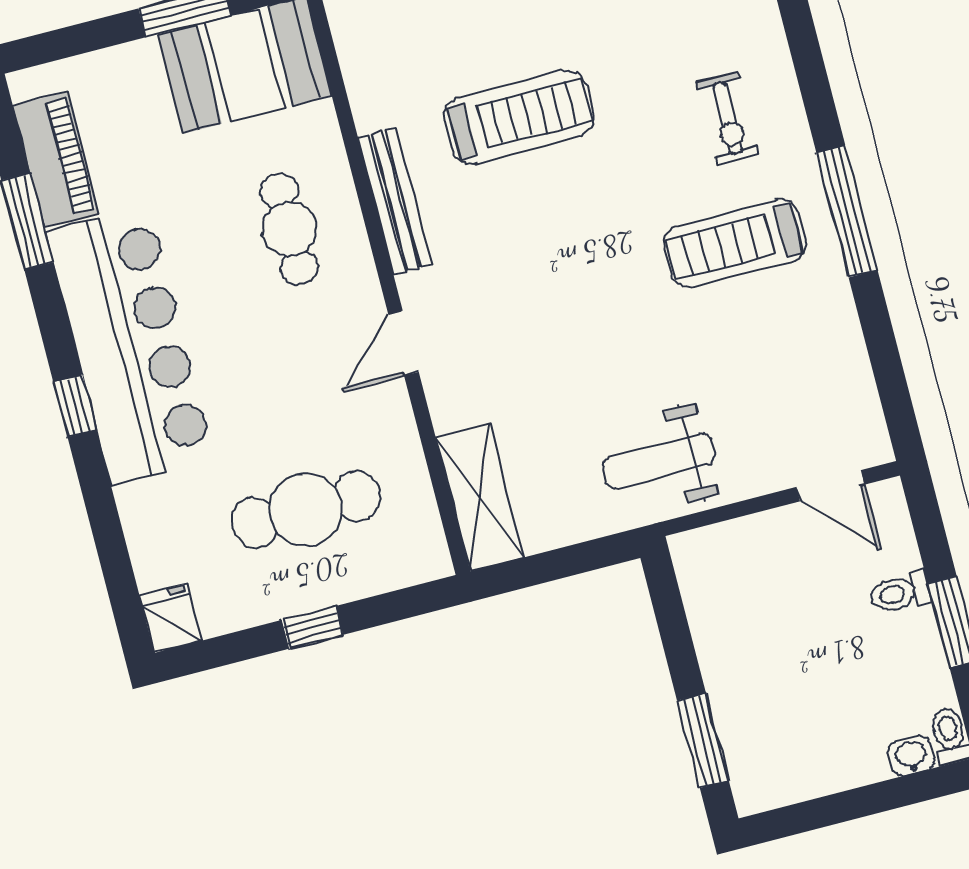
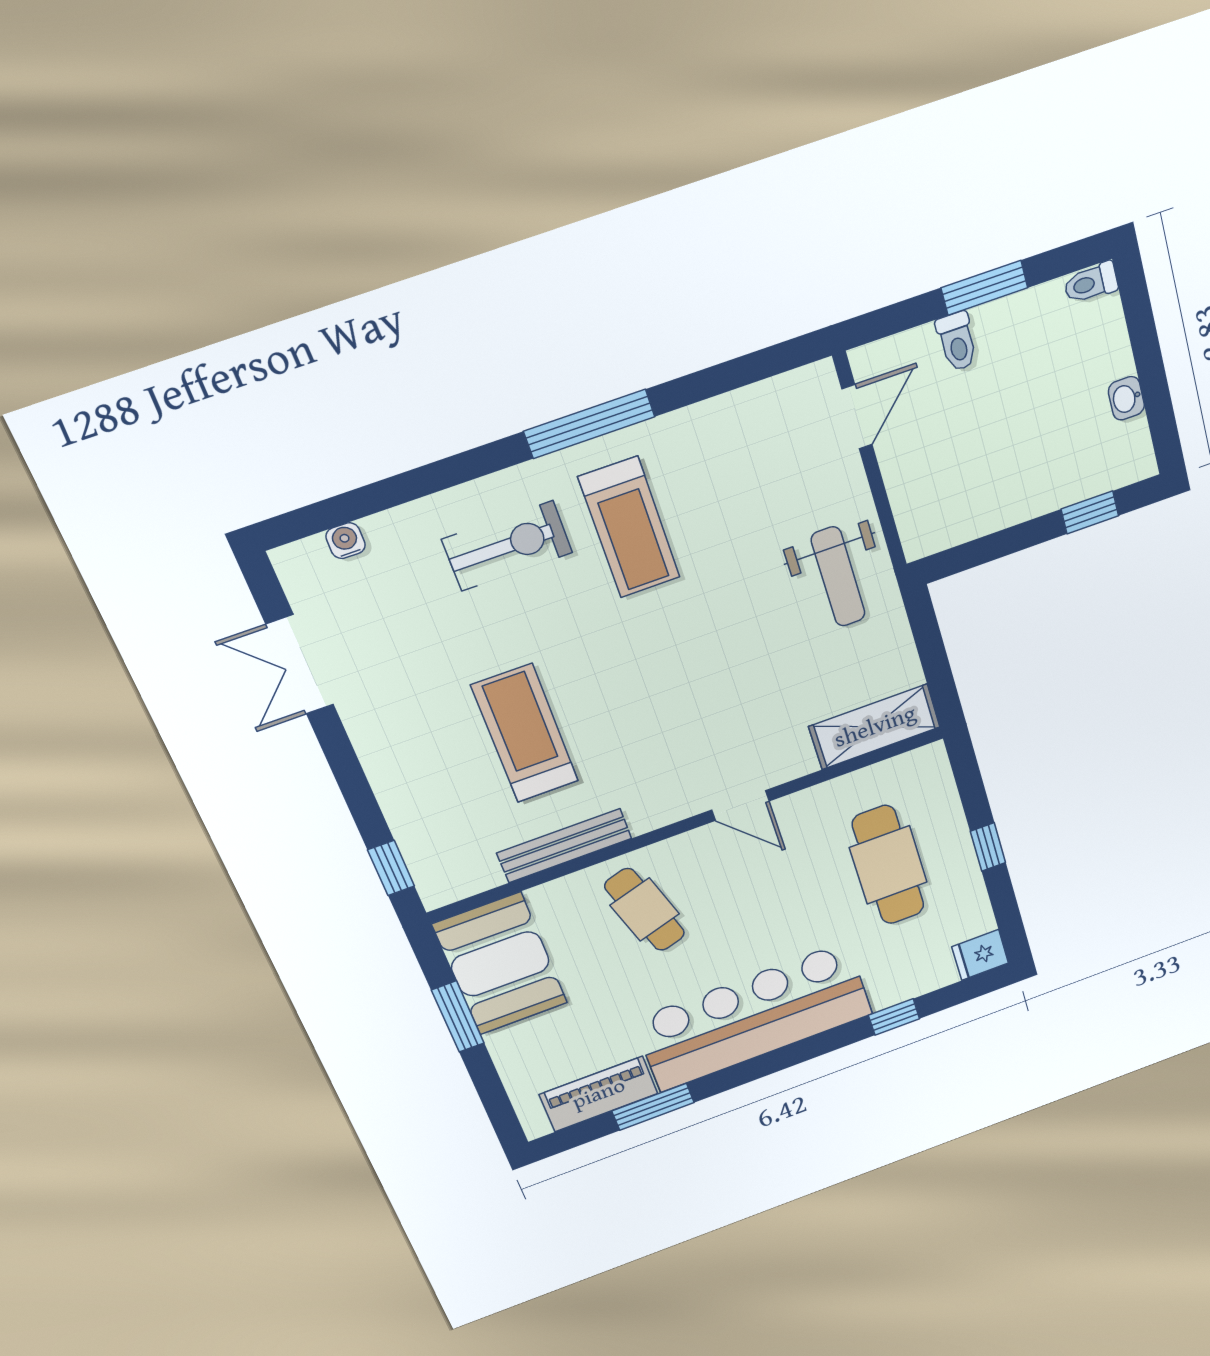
exercise bike: (728, 118) -> (507, 546), width x1.38, depth x1.39
bench: (395, 201) -> (564, 846), moved
cafe table: (289, 229) -> (645, 910), turned 73
window: (75, 406) -> (894, 1017), moved
window: (703, 740) -> (1090, 512), width x0.67
washbasin: (911, 756) -> (1126, 398), moved

